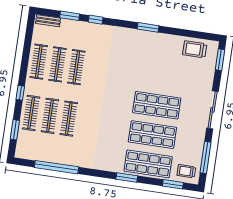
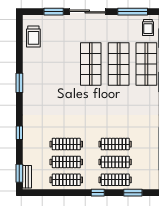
window: (70, 16) -> (19, 173), moved
window: (220, 60) -> (54, 12), moved

